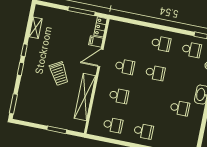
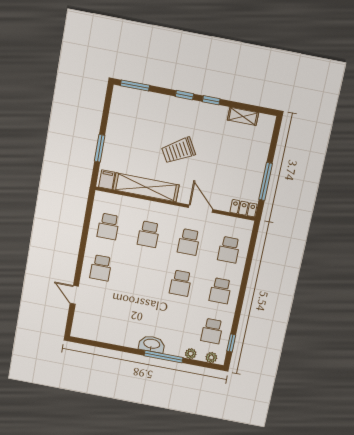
filing cabinet: (96, 42) -> (107, 180), moved
school desk: (180, 108) -> (229, 250), moved

